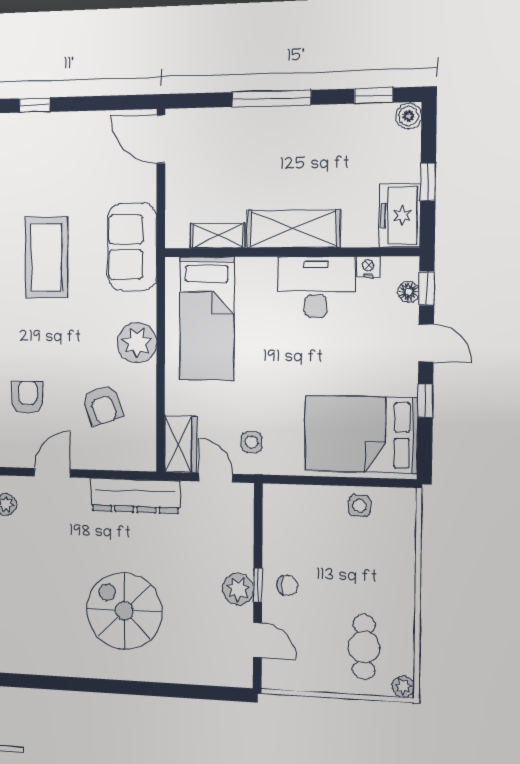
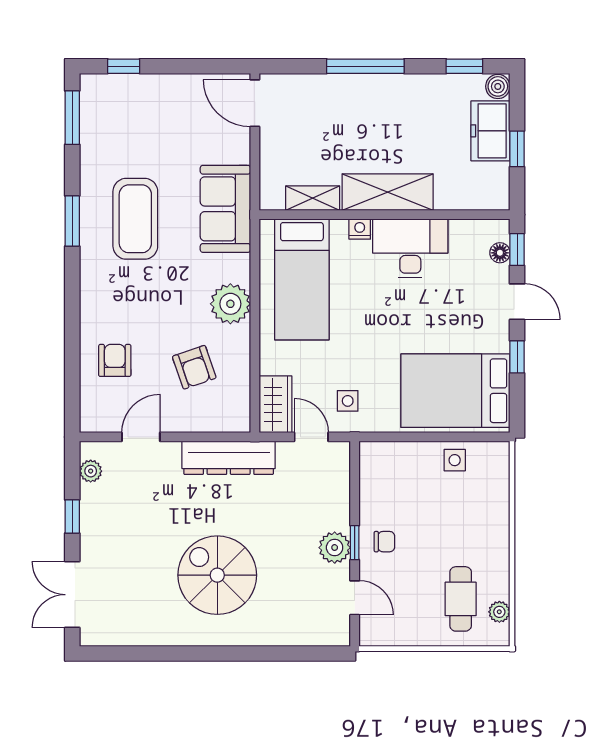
freezer: (400, 216) -> (490, 131), moved
nightstand: (368, 267) -> (360, 229), moved
plant: (403, 687) -> (499, 612), moved

